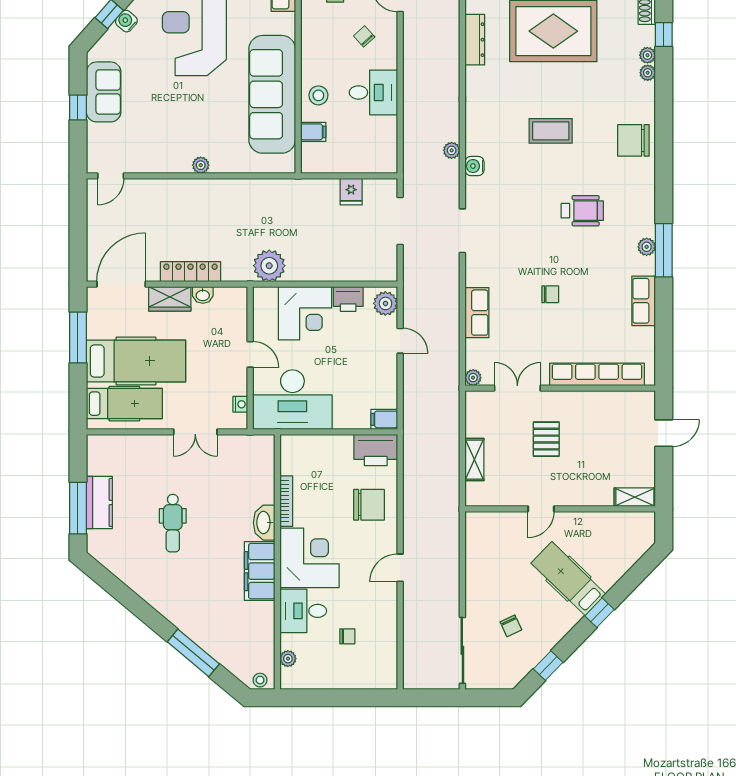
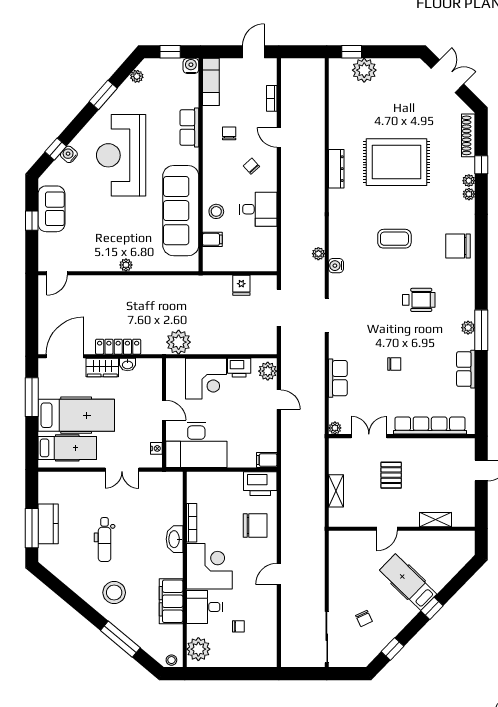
shelving: (635, 497) -> (436, 520), moved
filing cabinet: (260, 571) -> (171, 601), moved
stool: (185, 592) -> (114, 593), added
plant: (288, 659) -> (198, 649), width x1.88, depth x1.88

